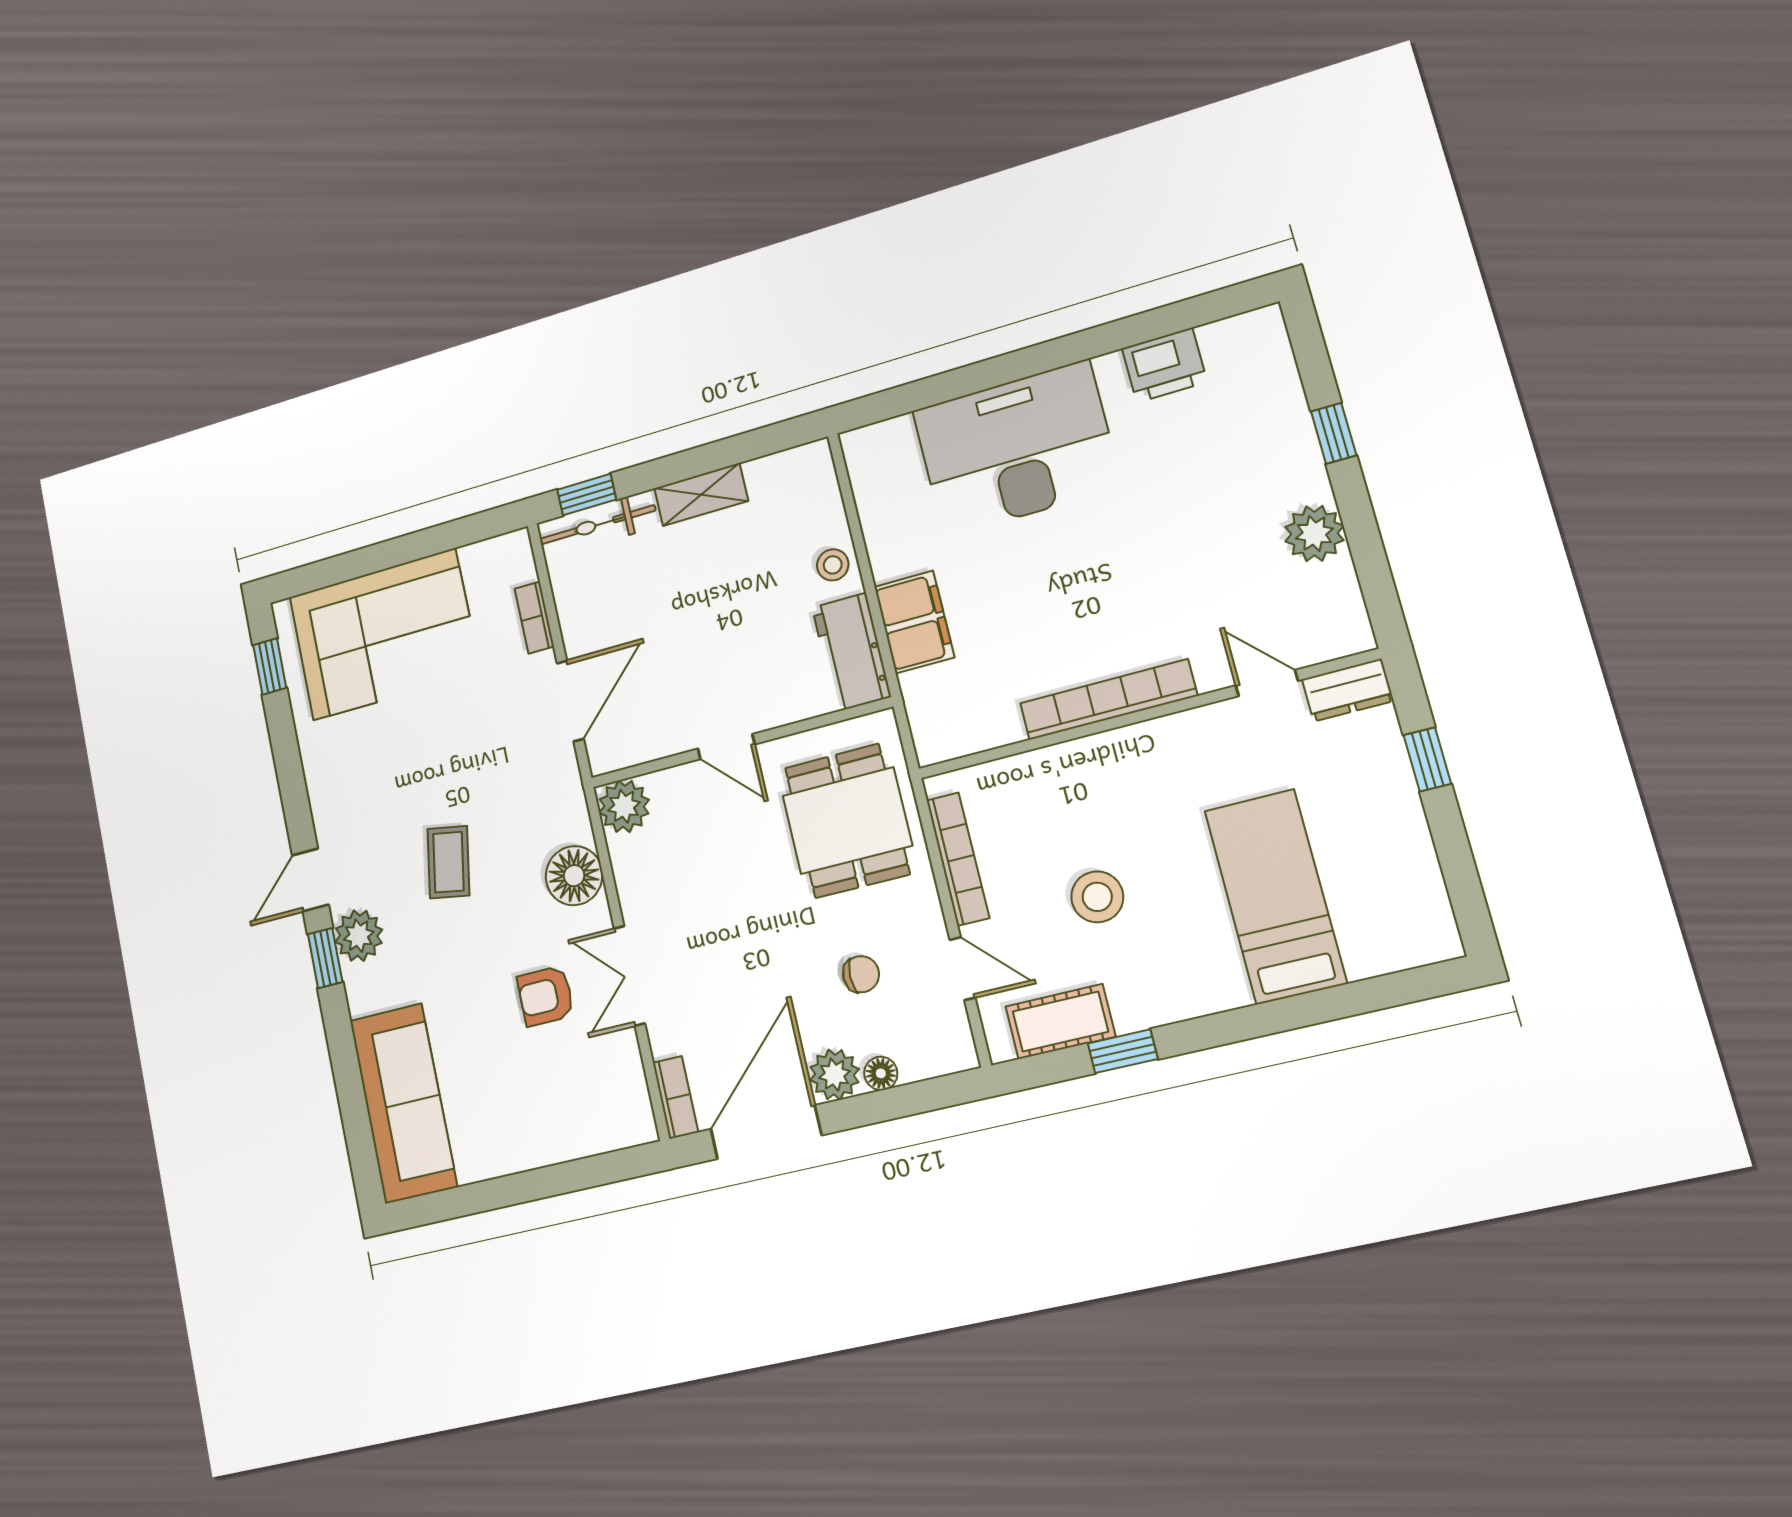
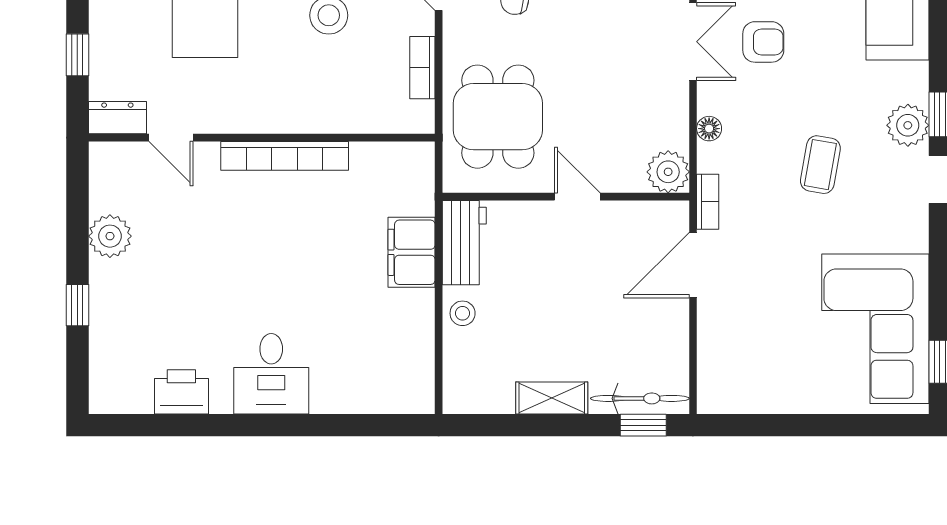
desk: (1016, 449) -> (271, 374), width x0.53, depth x0.77
bookcase: (534, 618) -> (708, 202), moved
corner sofa: (384, 634) -> (875, 329), moved, turned -90
bookcase: (958, 859) -> (422, 68), width x0.64
floor lamp: (574, 876) -> (709, 129), width x0.53, depth x0.53

